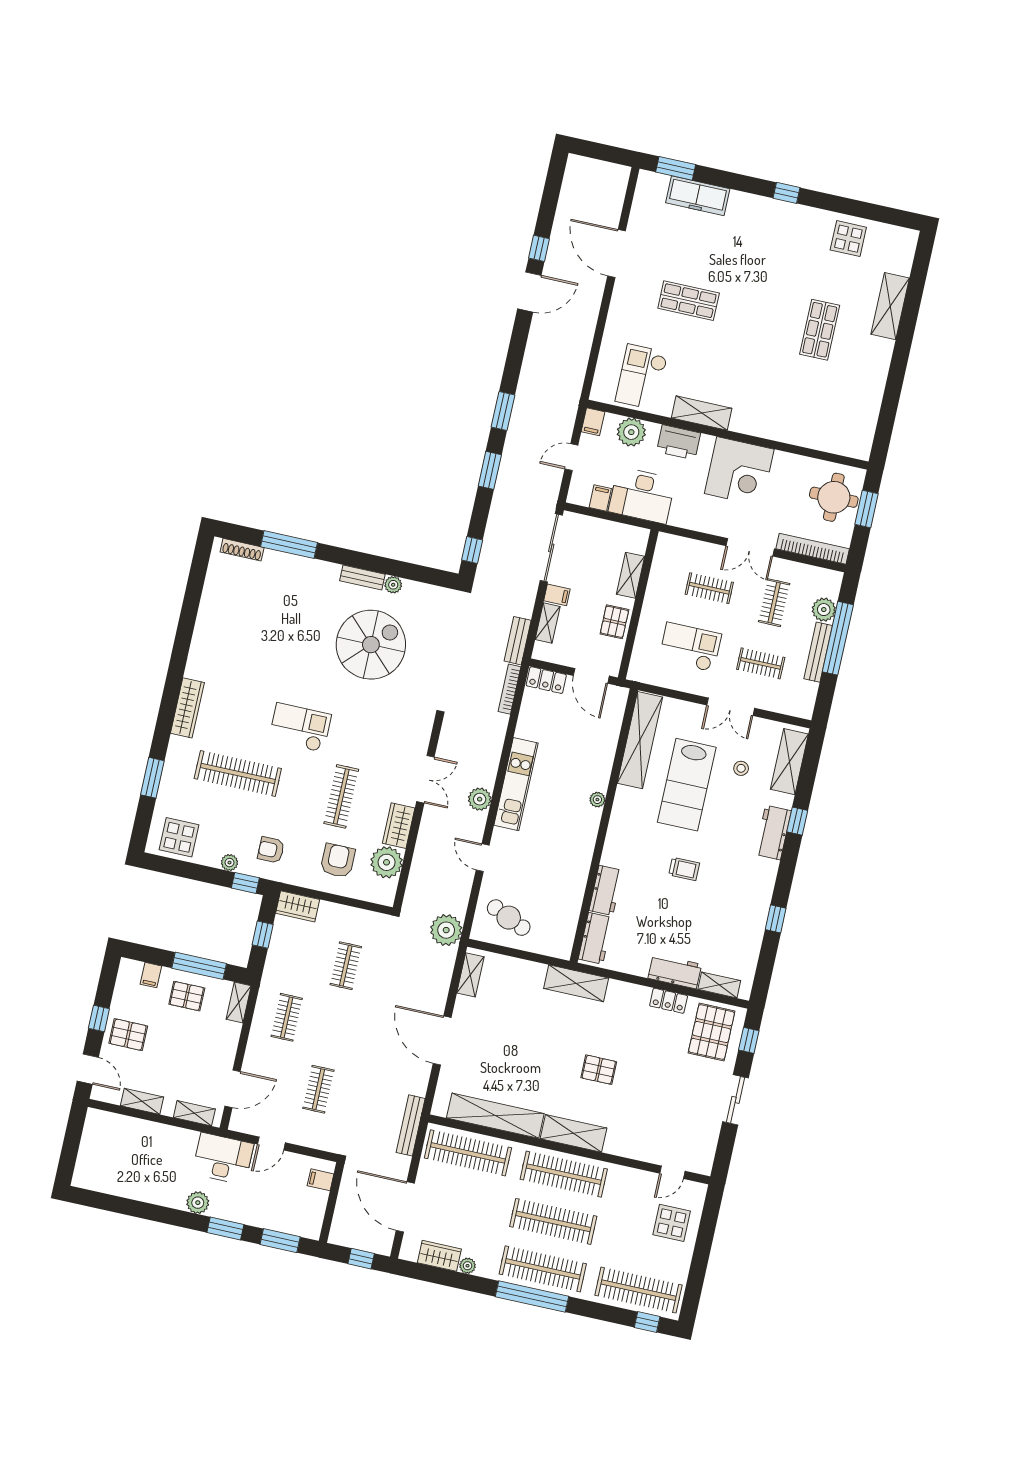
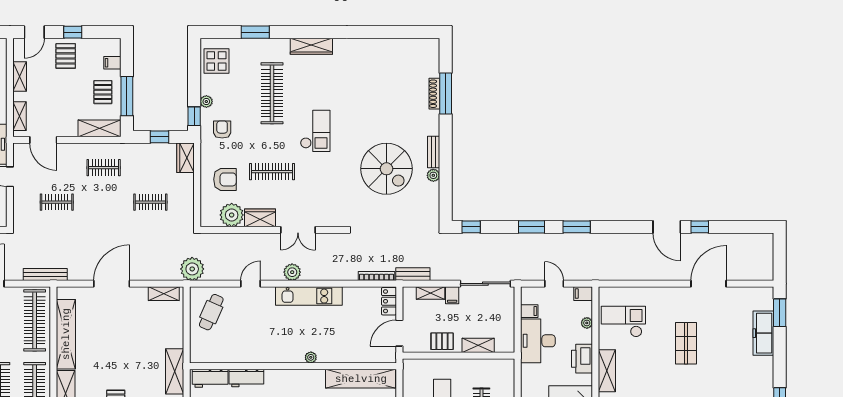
plant: (631, 432) -> (587, 323), width x0.53, depth x0.53
shoe rack: (242, 550) -> (434, 94), moved
shelving: (239, 1003) -> (100, 128), width x1.50, depth x1.33

